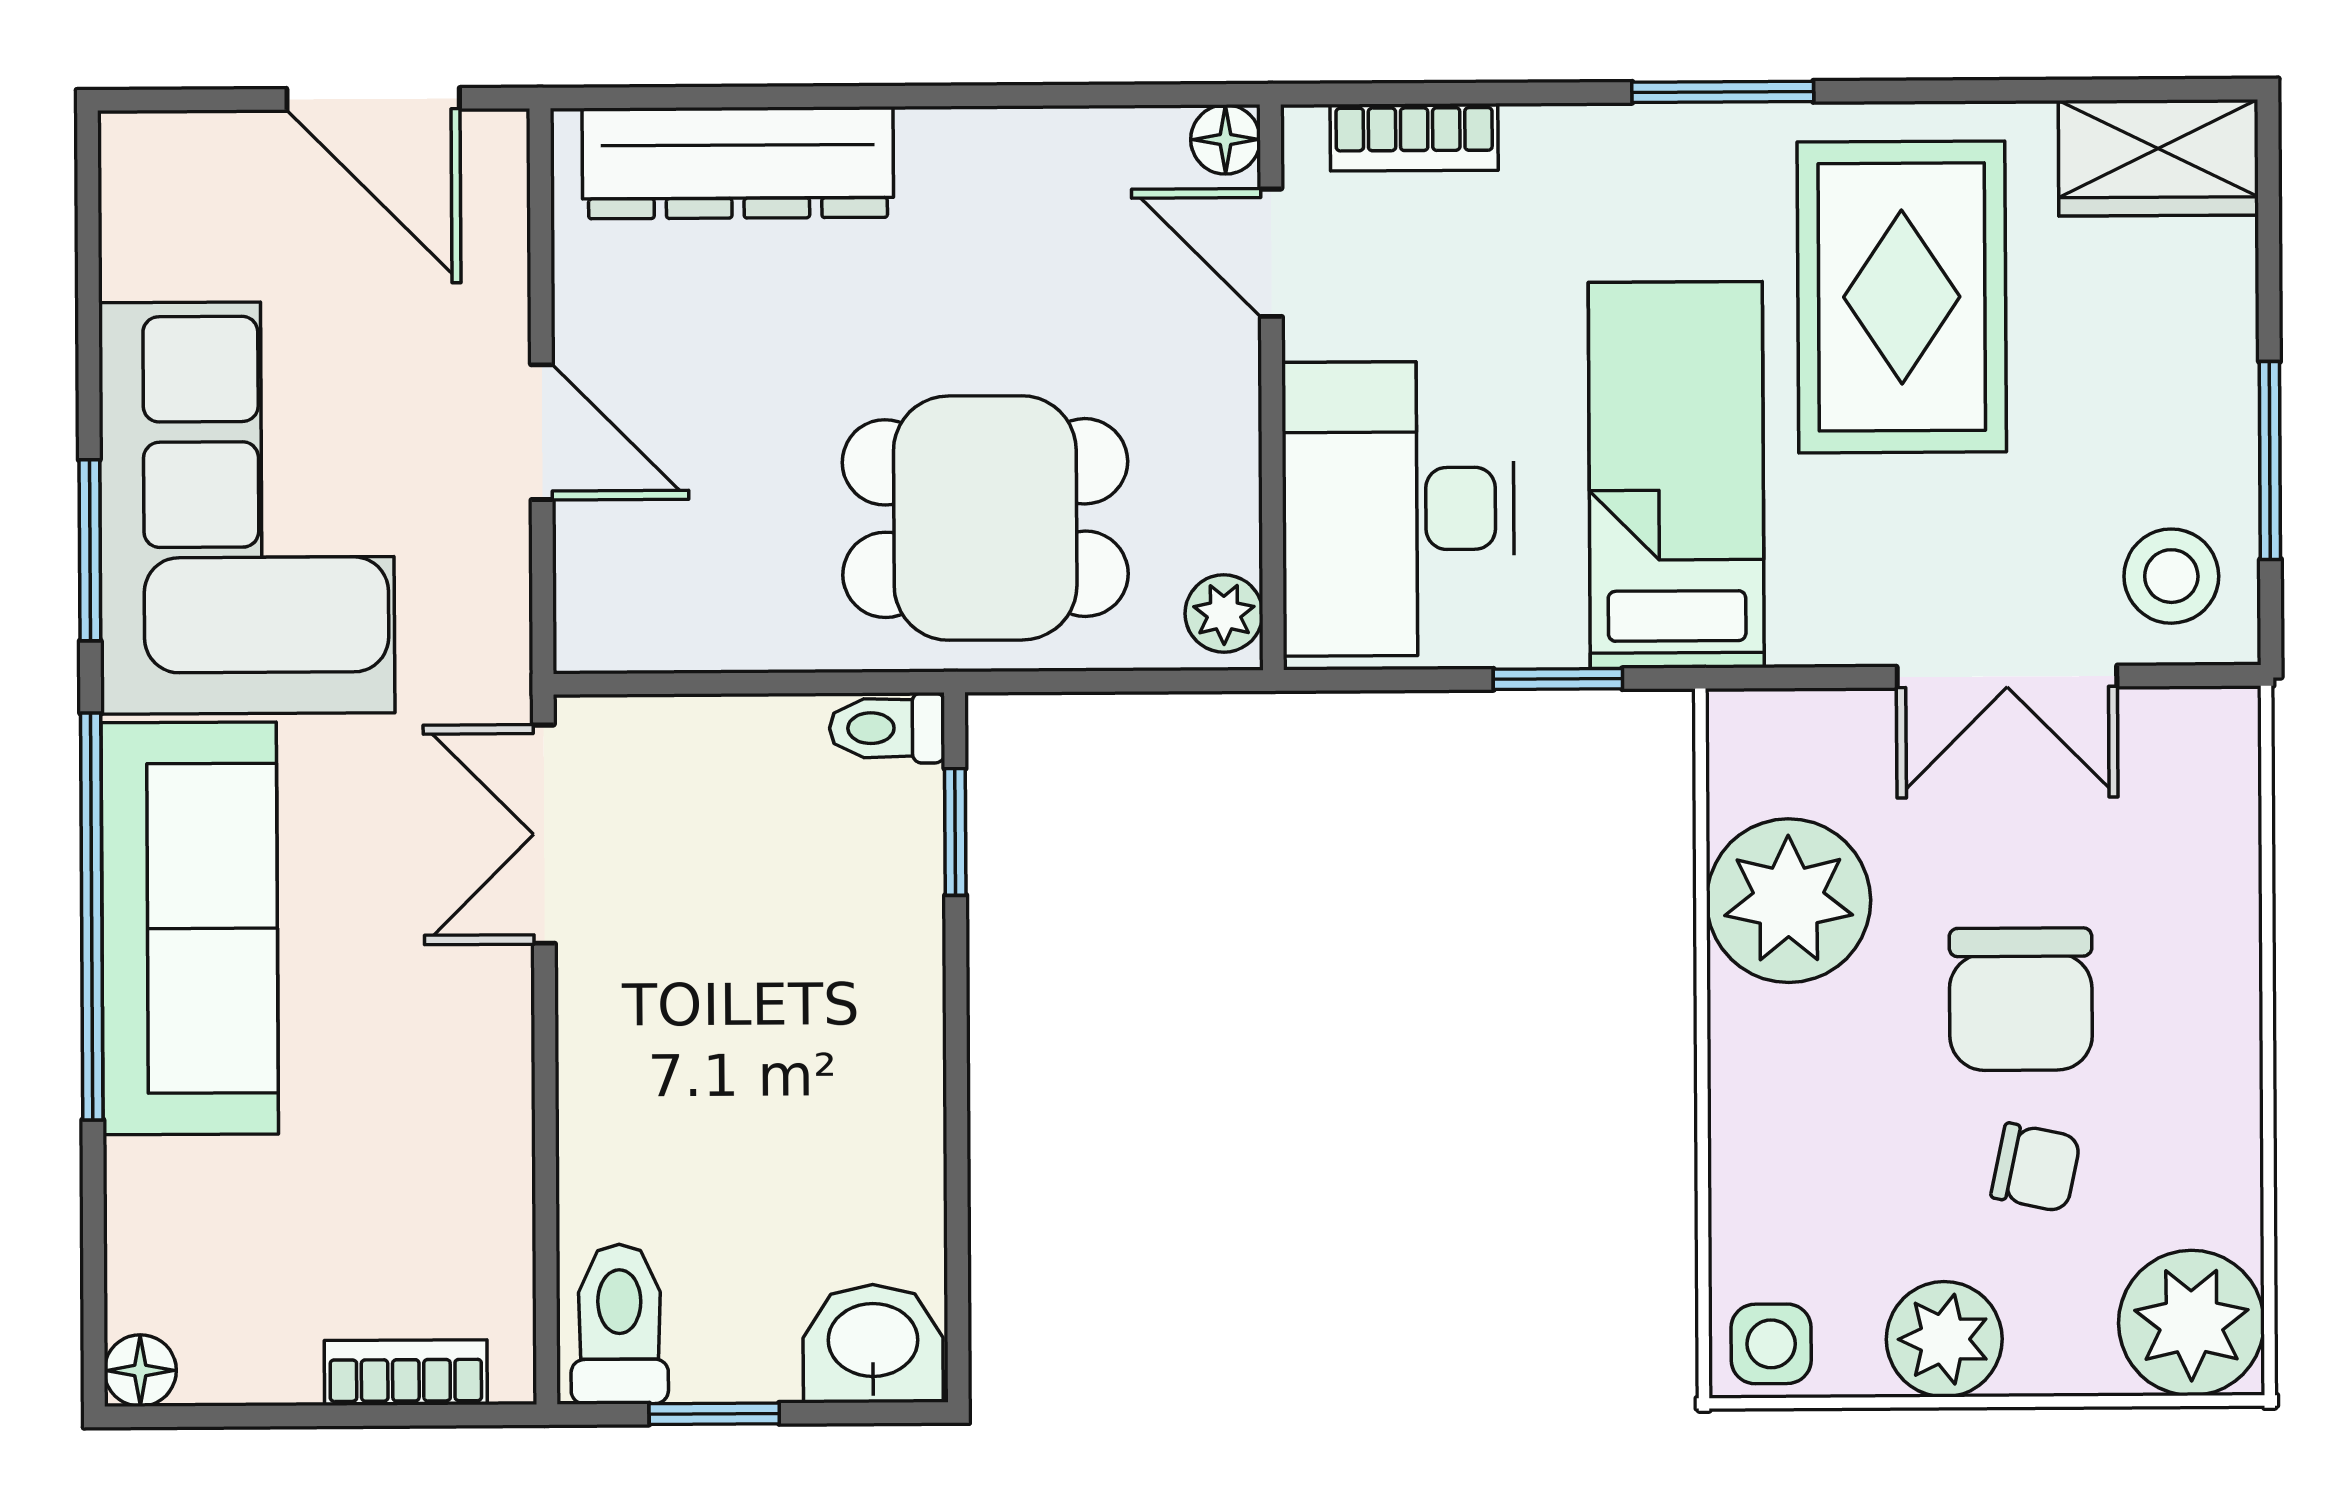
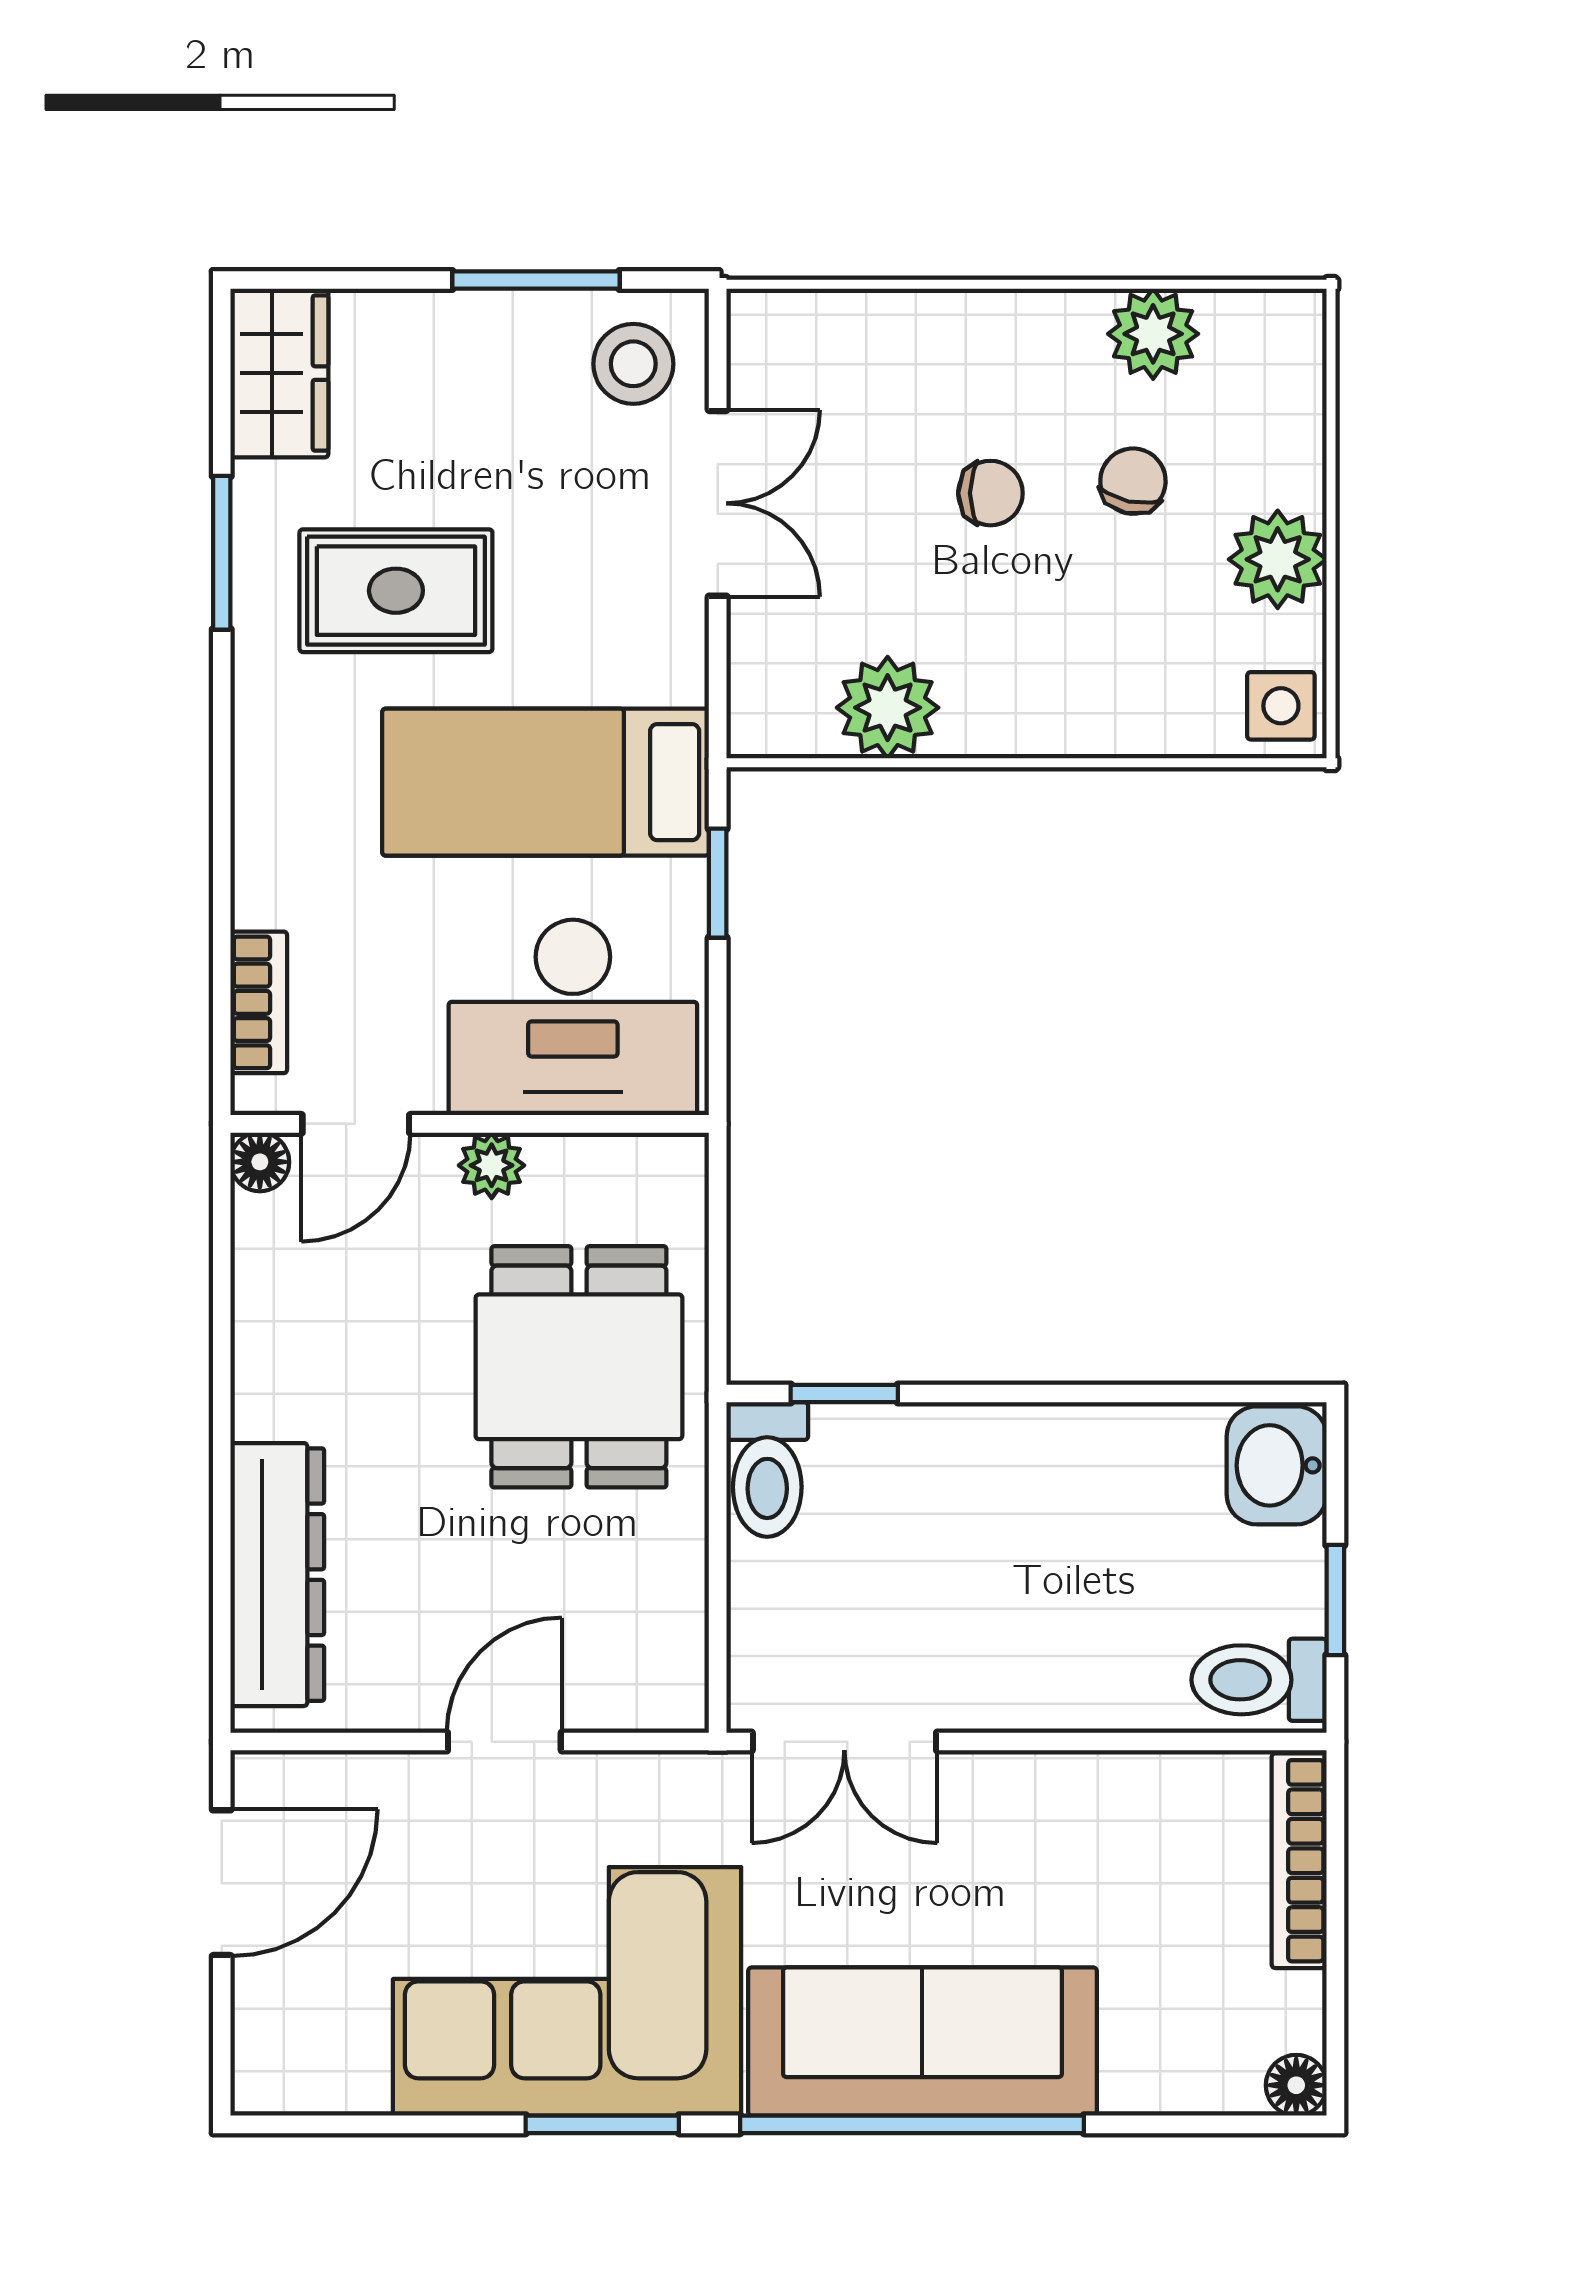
window: (1723, 92) -> (222, 553), moved
rug: (1902, 297) -> (396, 591), width x0.73, depth x0.70
plant: (1224, 613) -> (492, 1165), moved
toilet: (887, 728) -> (767, 1470), width x1.37, depth x1.39
plant: (1789, 901) -> (888, 708), width x0.73, depth x0.73
chair: (2021, 999) -> (990, 493), width x0.54, depth x0.54
plant: (2191, 1323) -> (1153, 334), moved, width x0.73, depth x0.73
bookcase: (406, 1373) -> (1299, 1861), width x1.56

